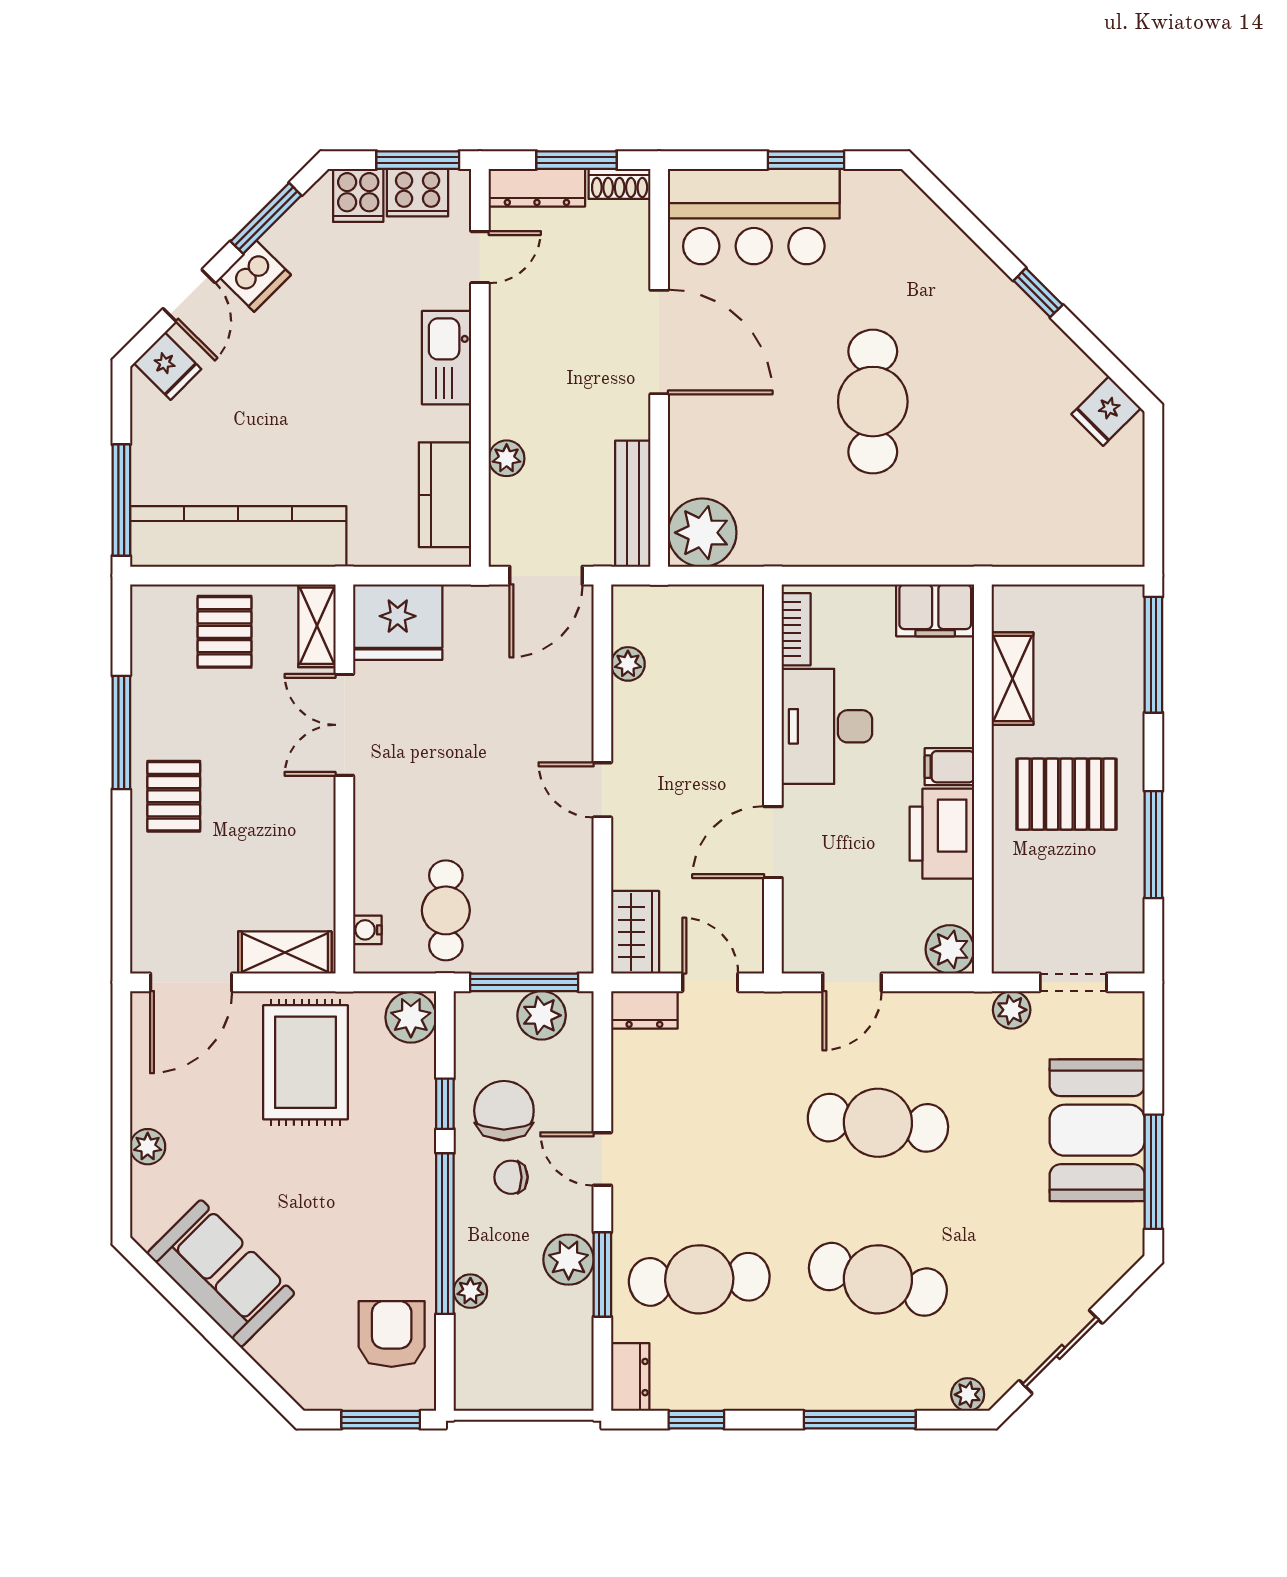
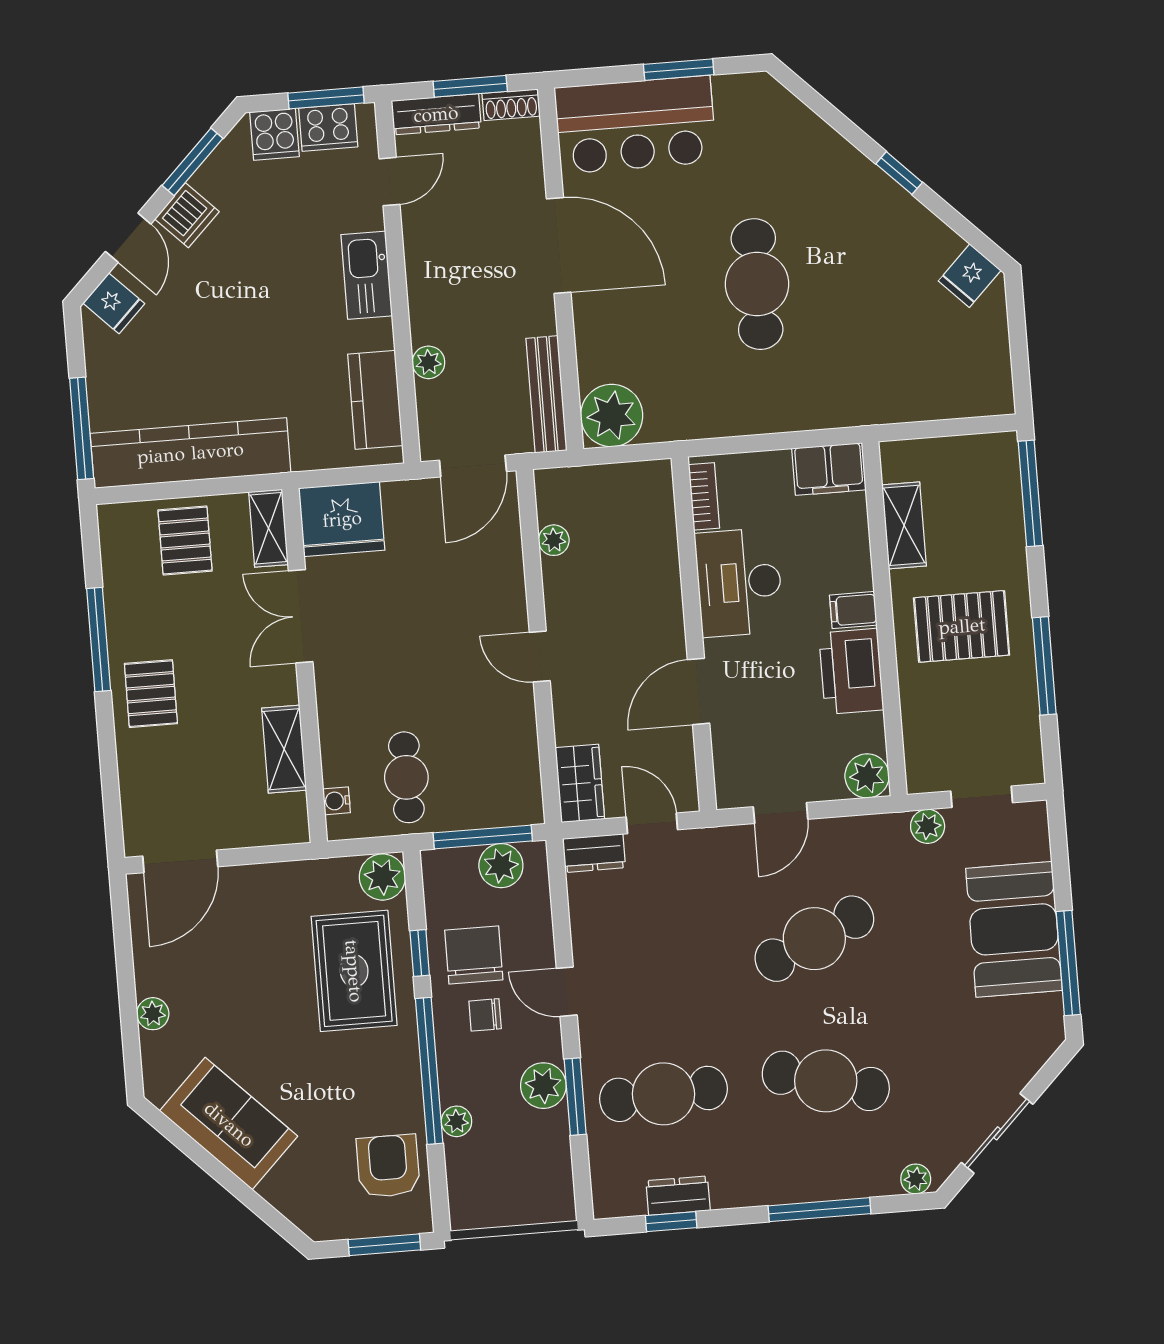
shelving: (285, 953) -> (284, 749), moved, turned 90
rug: (306, 1062) -> (354, 971), moved
cafe table: (878, 1123) -> (814, 939), turned -30
dresser: (630, 1377) -> (678, 1196), moved, turned -90

